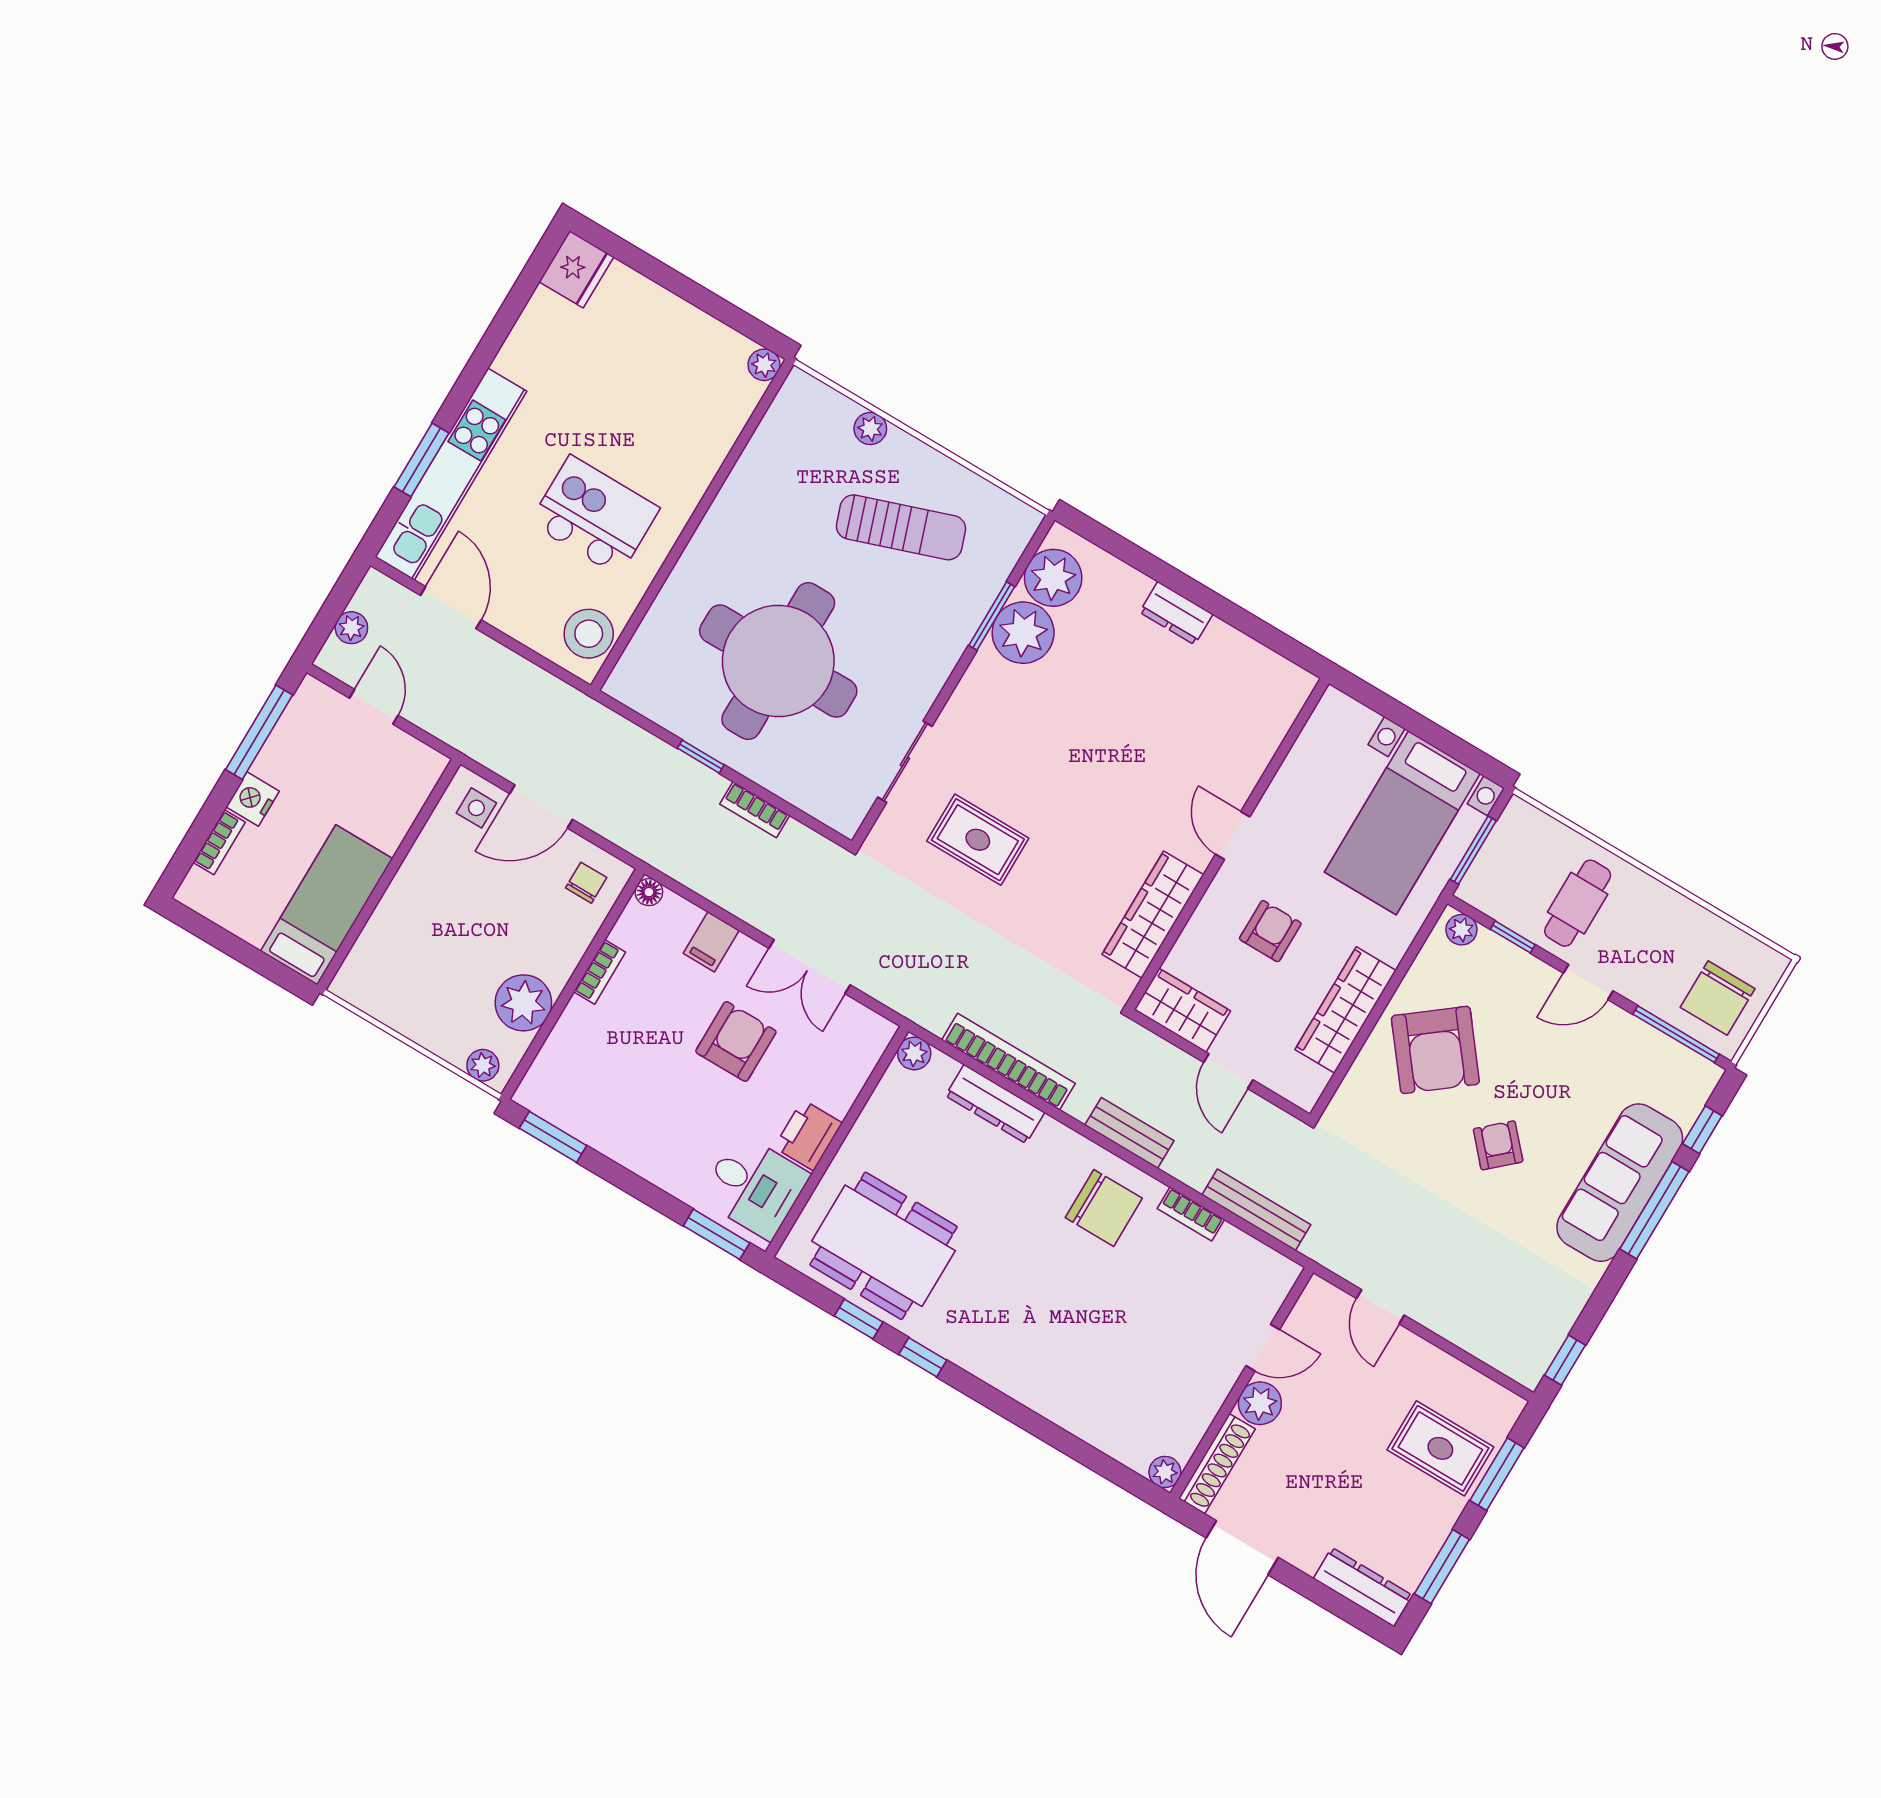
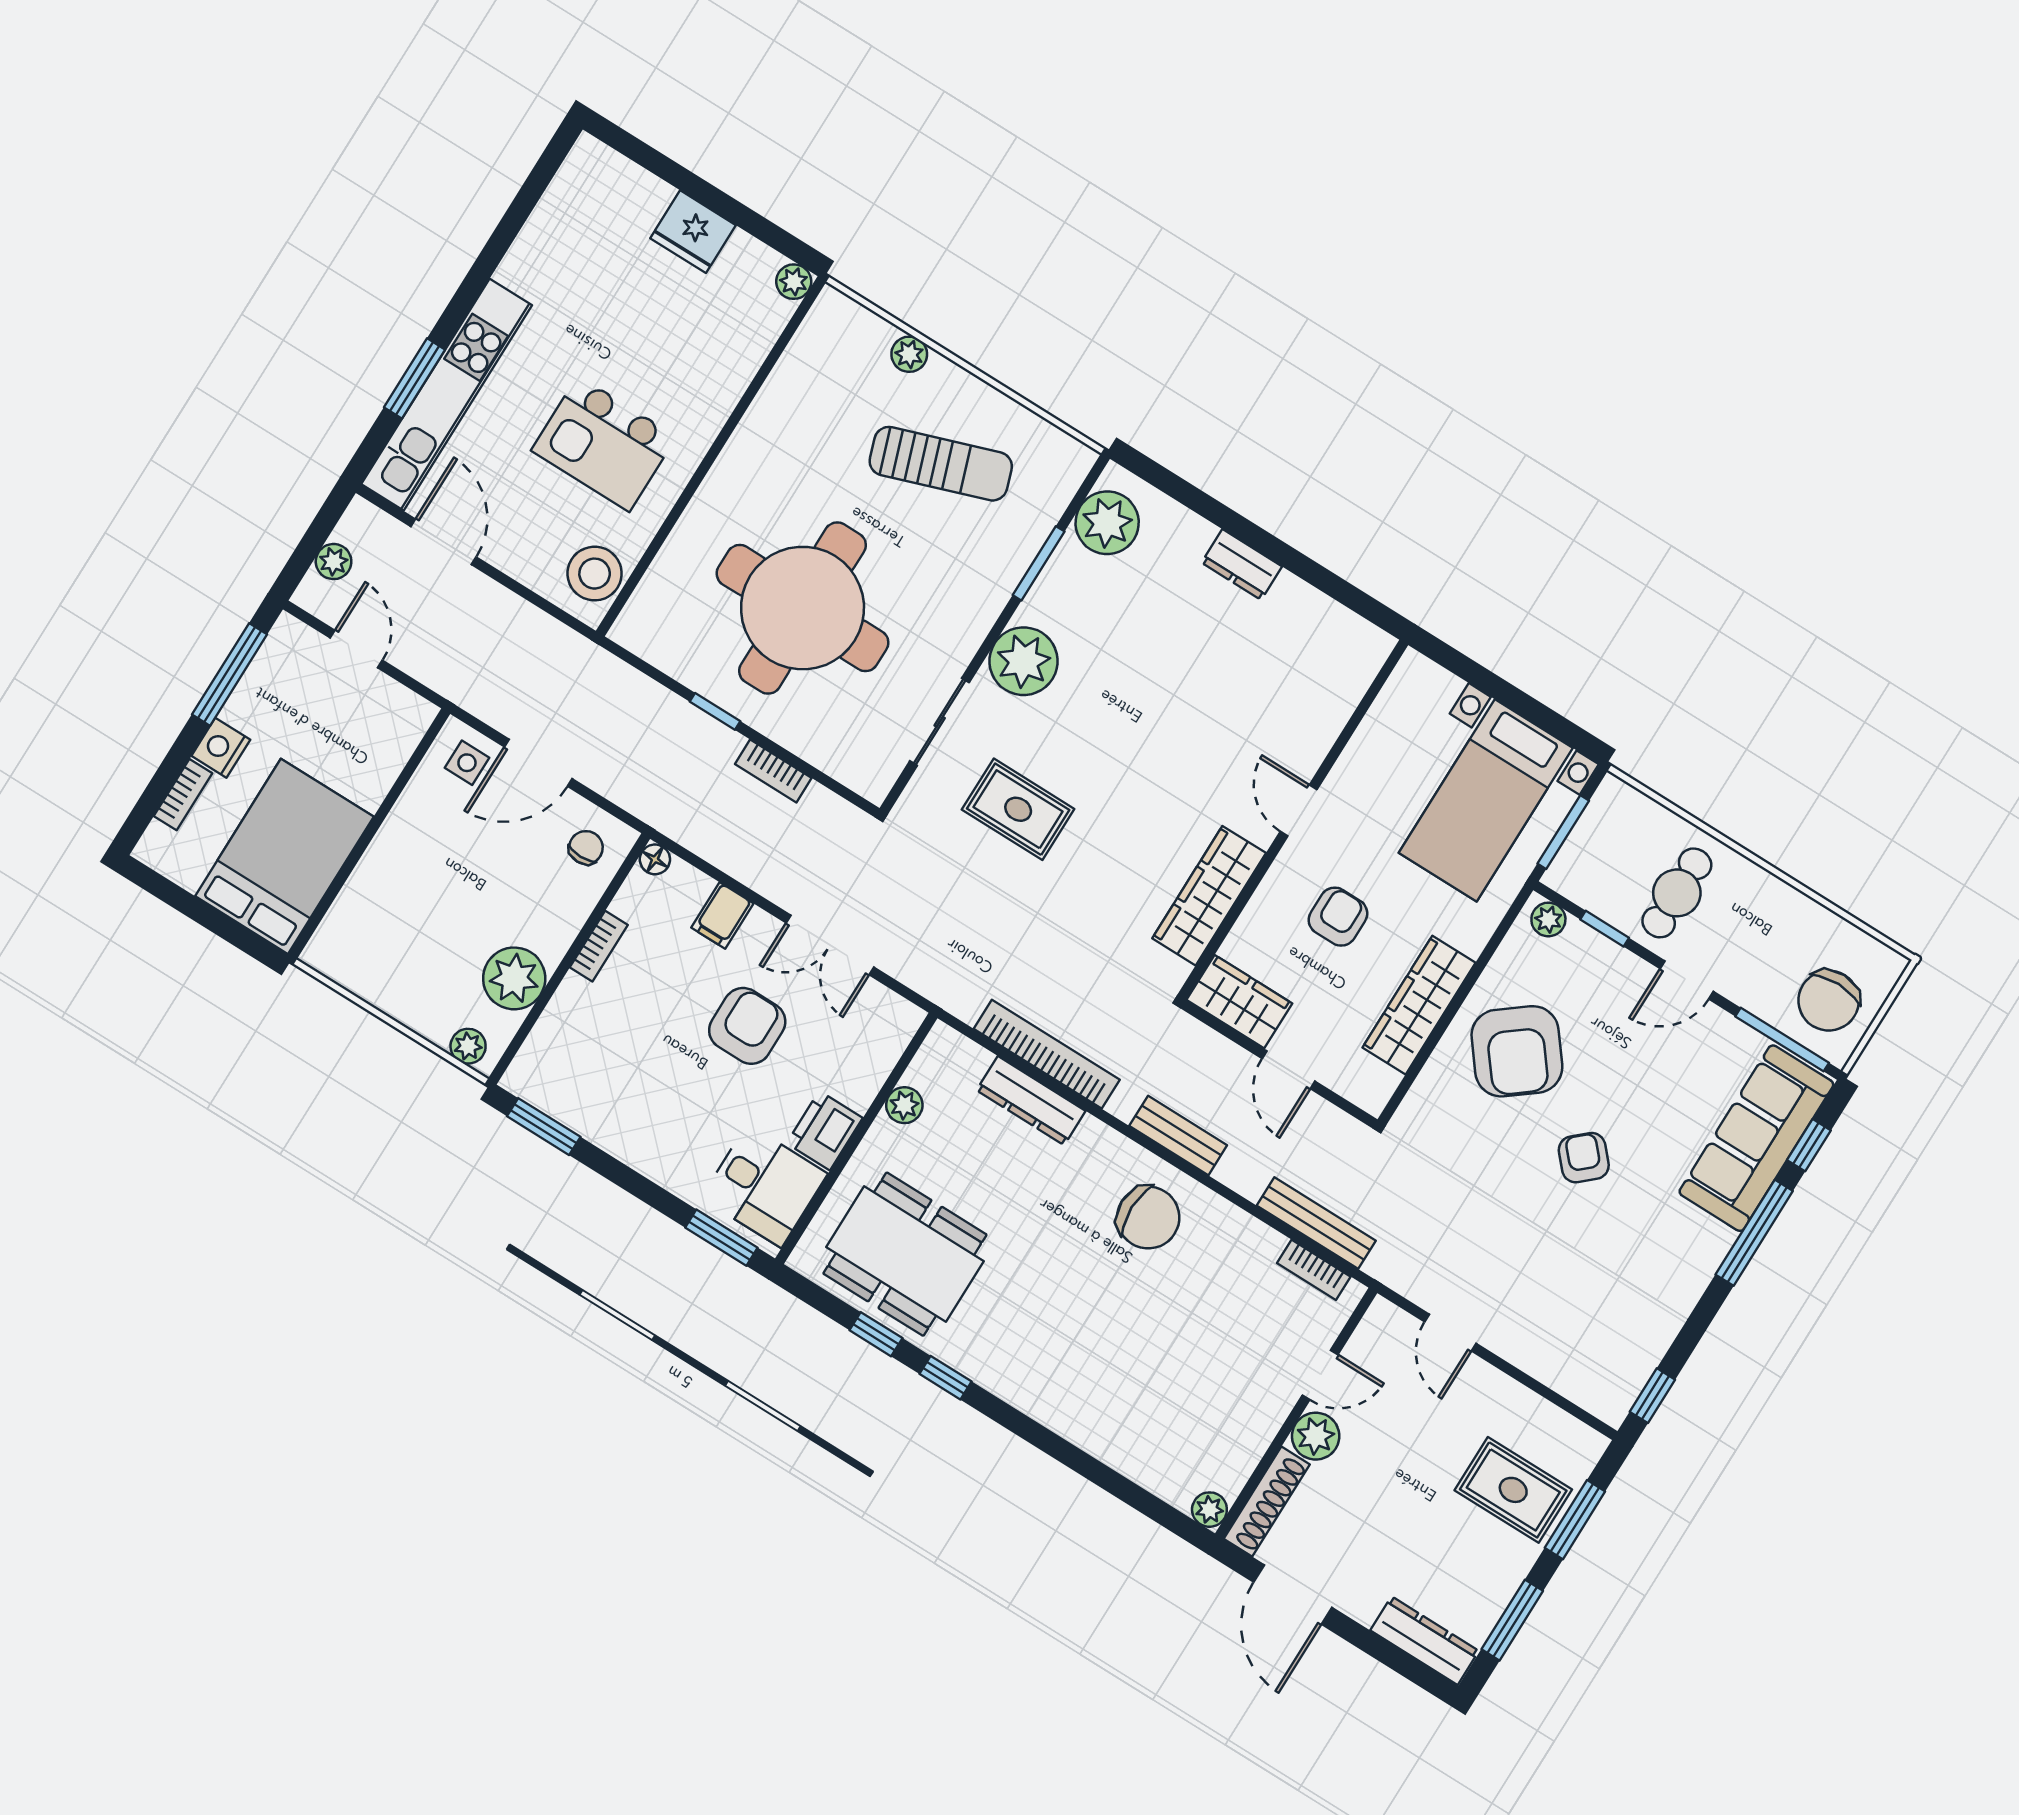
fridge: (576, 269) -> (693, 232), moved, turned 90
kitchen island: (595, 516) -> (604, 444), turned 180
plant: (1023, 633) -> (1024, 661), moved
bed: (327, 905) -> (284, 856), width x1.50
plant: (914, 1053) -> (904, 1105), moved
sofa: (1620, 1183) -> (1756, 1138), moved
bookcase: (1191, 1214) -> (1314, 1270), moved

